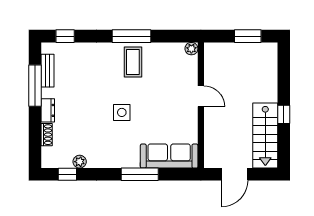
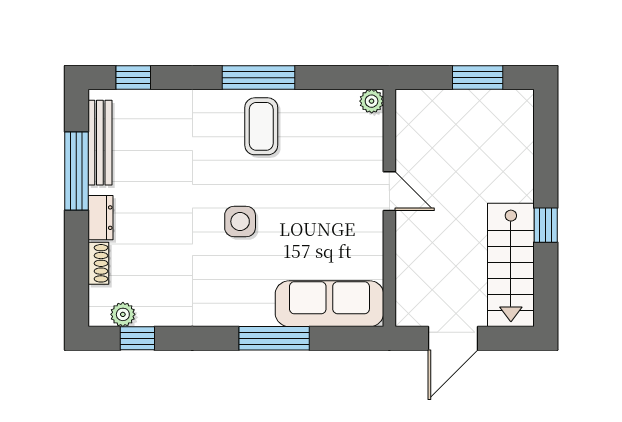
bench: (47, 71) -> (100, 143), width x1.36
plant: (80, 162) -> (123, 314), moved

